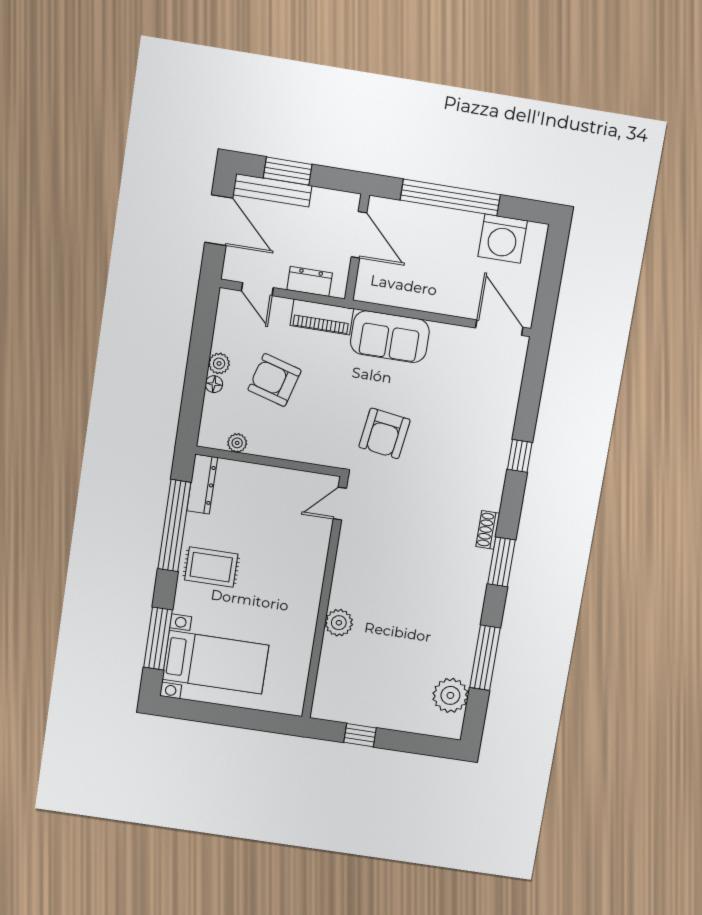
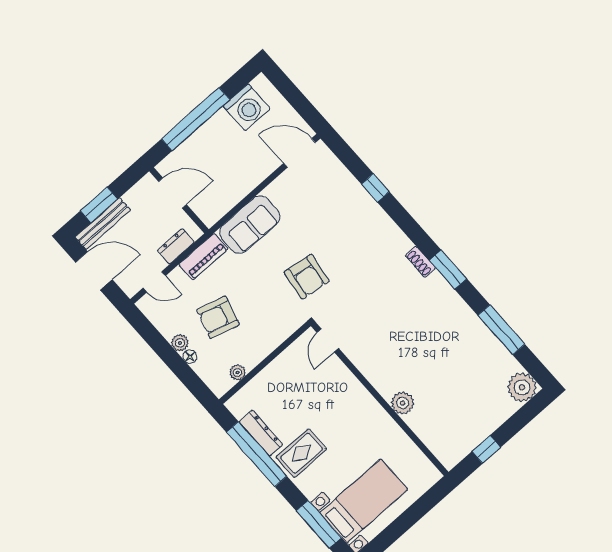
window: (520, 456) -> (375, 188), moved
dresser: (202, 484) -> (261, 433), moved
plant: (450, 695) -> (522, 387), moved

